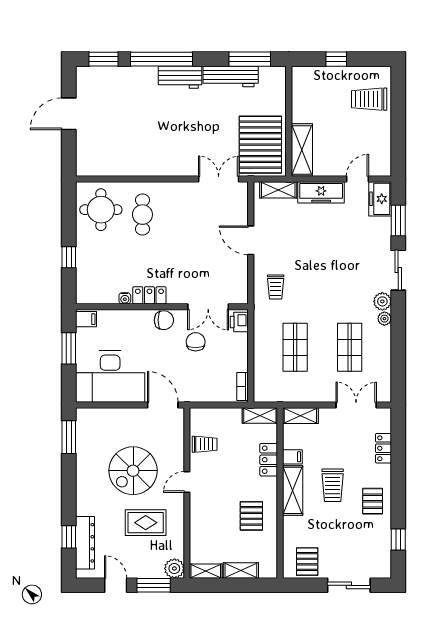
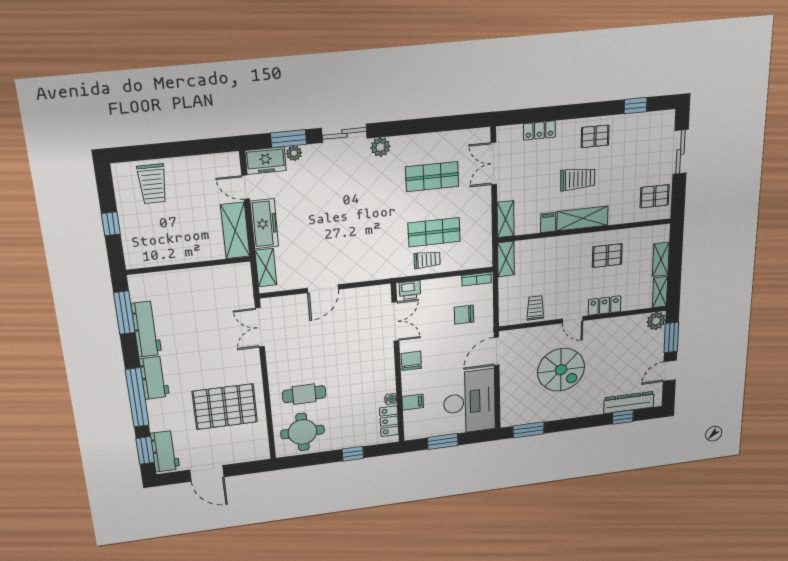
workbench: (100, 77) -> (165, 451), added
pallet: (260, 145) -> (225, 407), moved
shelving: (302, 150) -> (235, 231), moved, turned 90
trolley: (276, 287) -> (427, 260), moved
locker: (149, 295) -> (389, 421), moved
filing cabinet: (86, 319) -> (413, 402), moved, turned 90
plant: (384, 319) -> (294, 153), moved
chair: (196, 342) -> (464, 315), moved
locker: (269, 460) -> (604, 306), moved, turned 180
rug: (146, 523) -> (611, 352), removed

